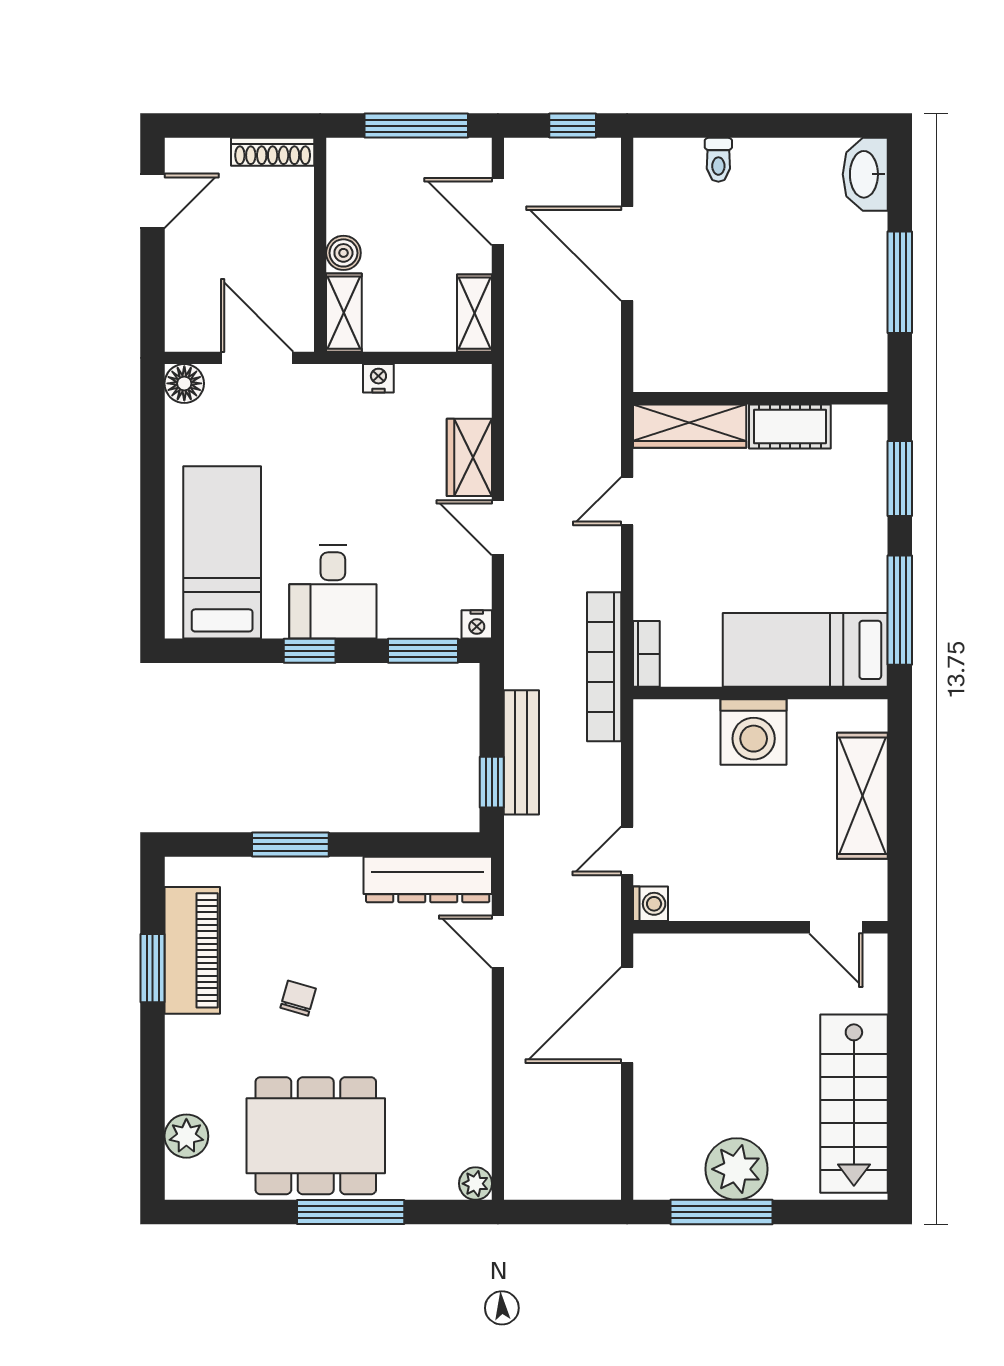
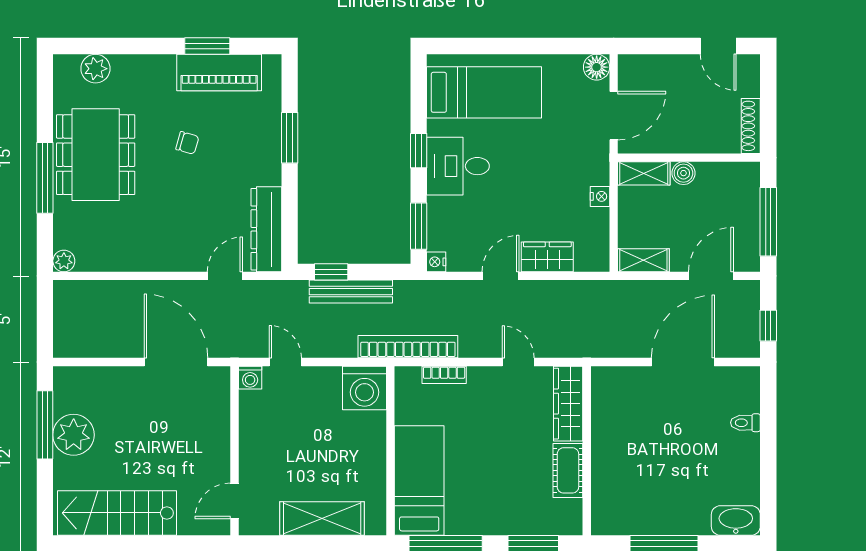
bookcase: (646, 654) -> (444, 375), moved
washing machine: (754, 732) -> (364, 388), moved, turned -90

